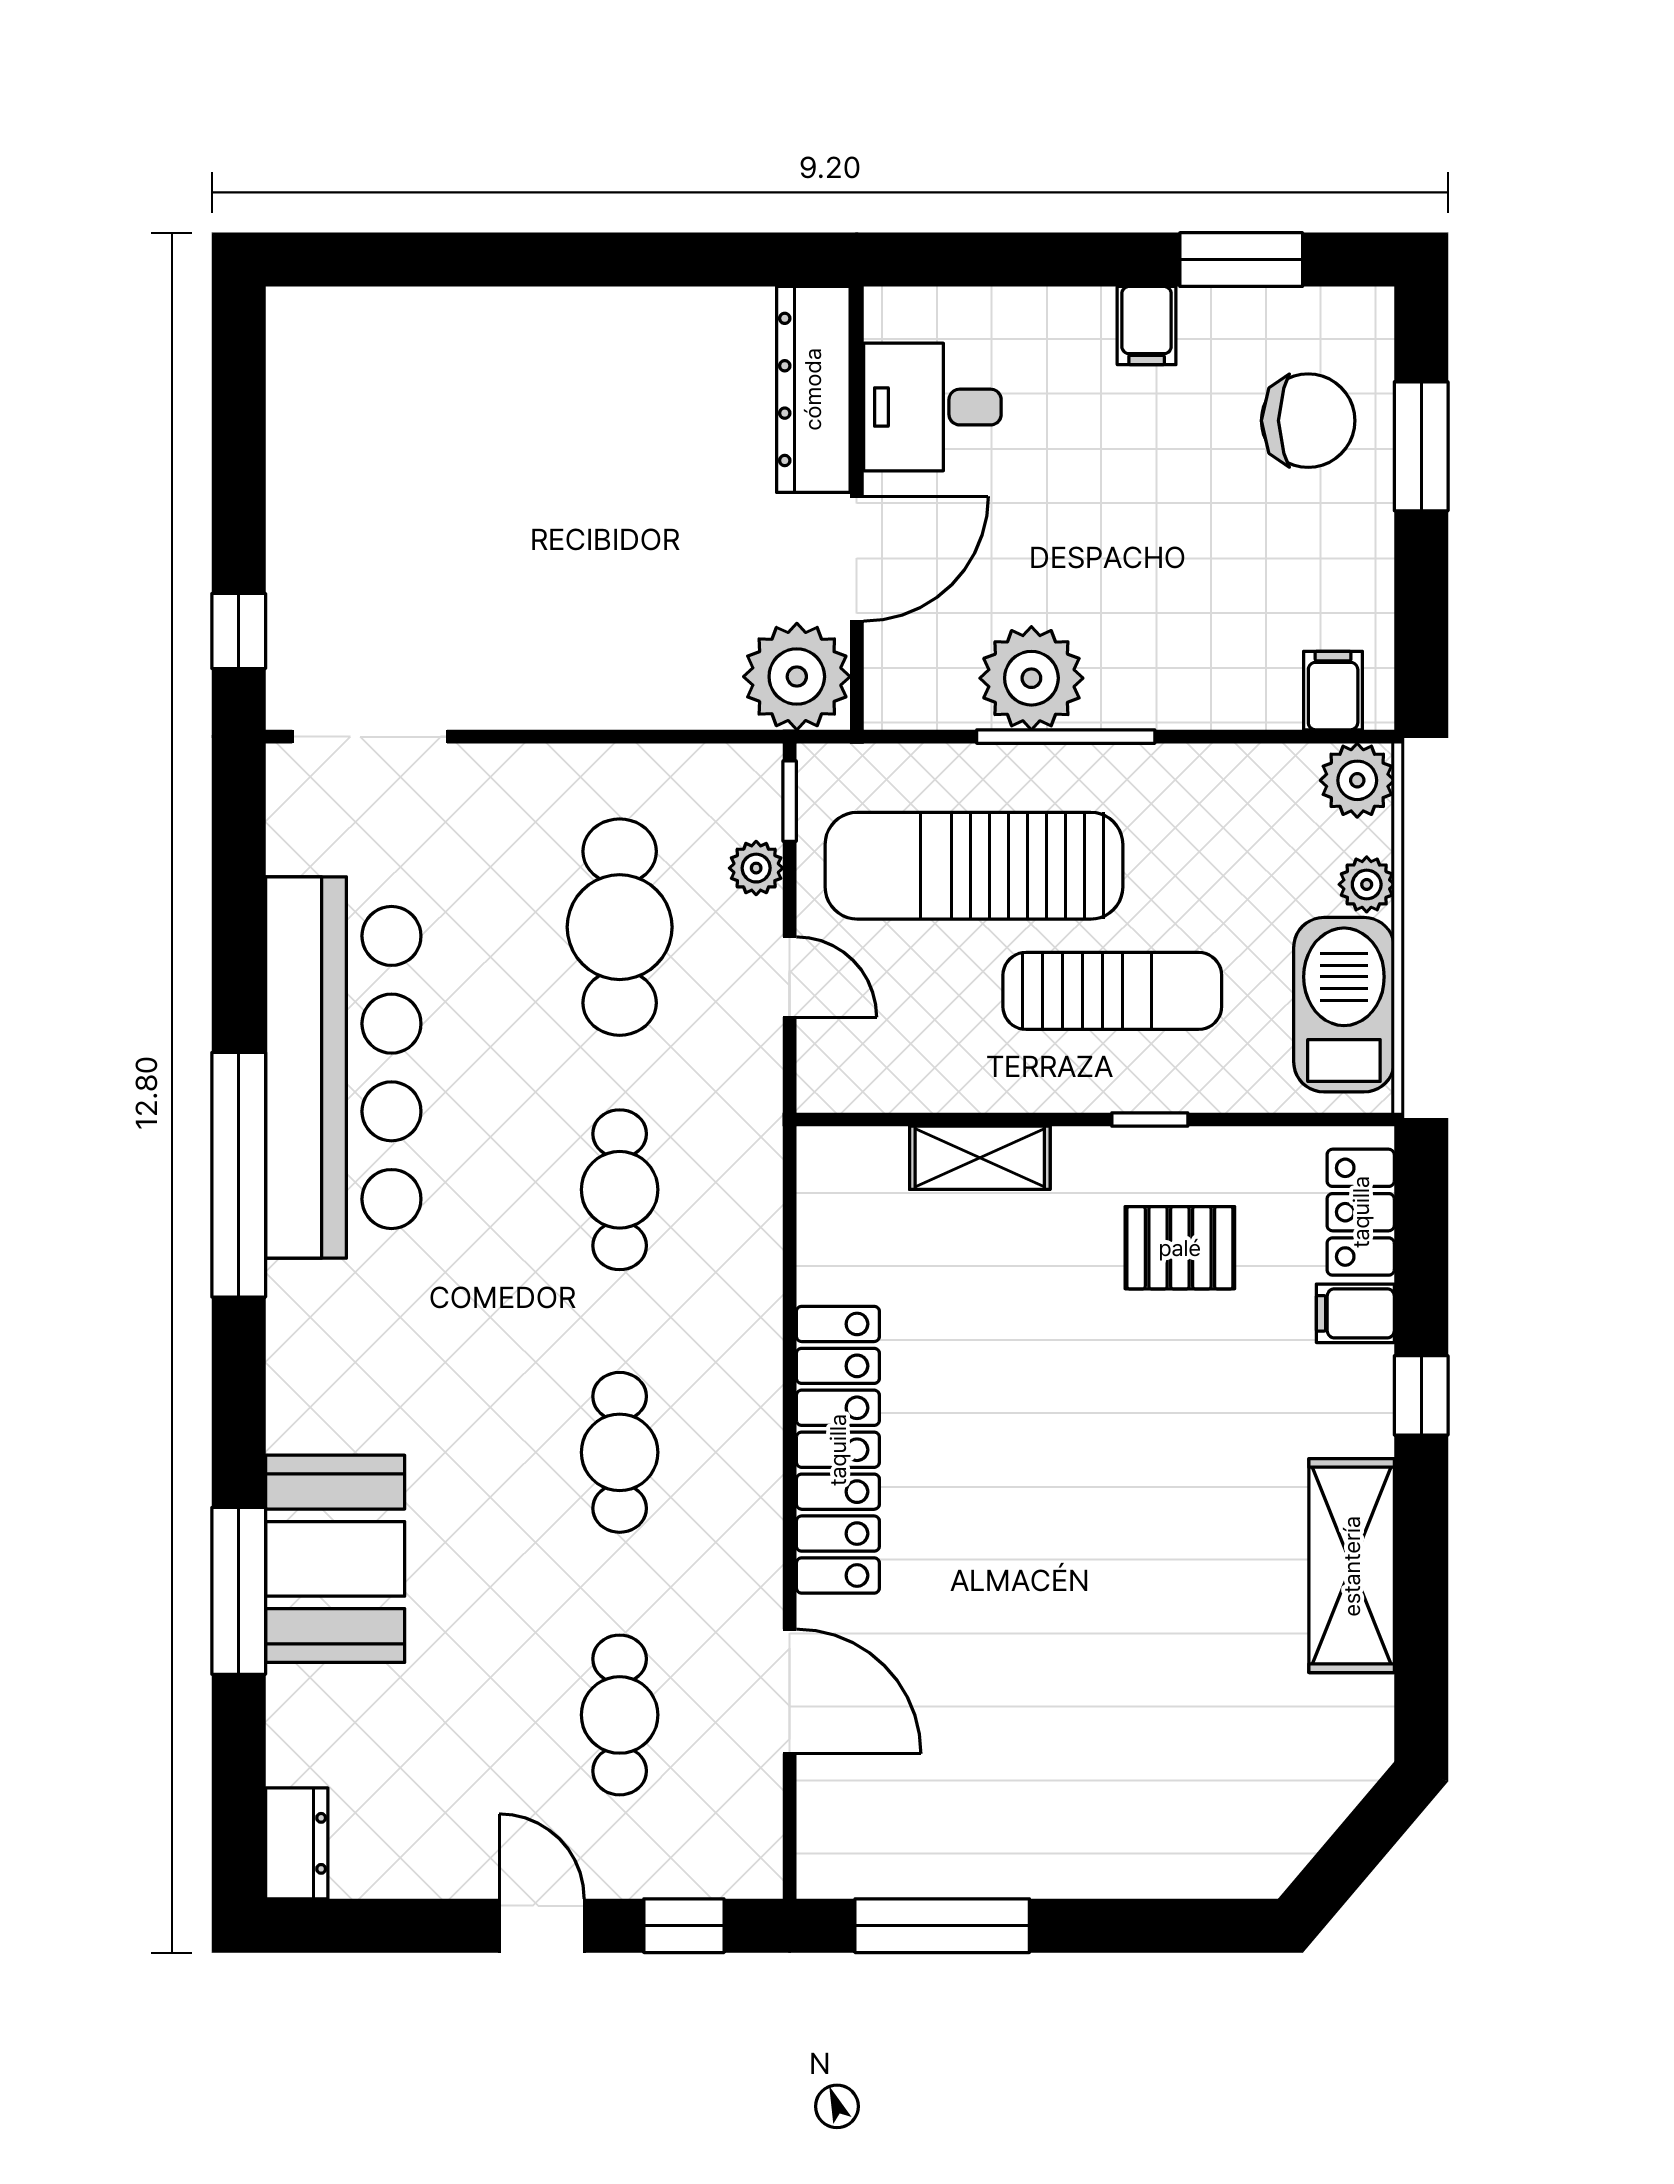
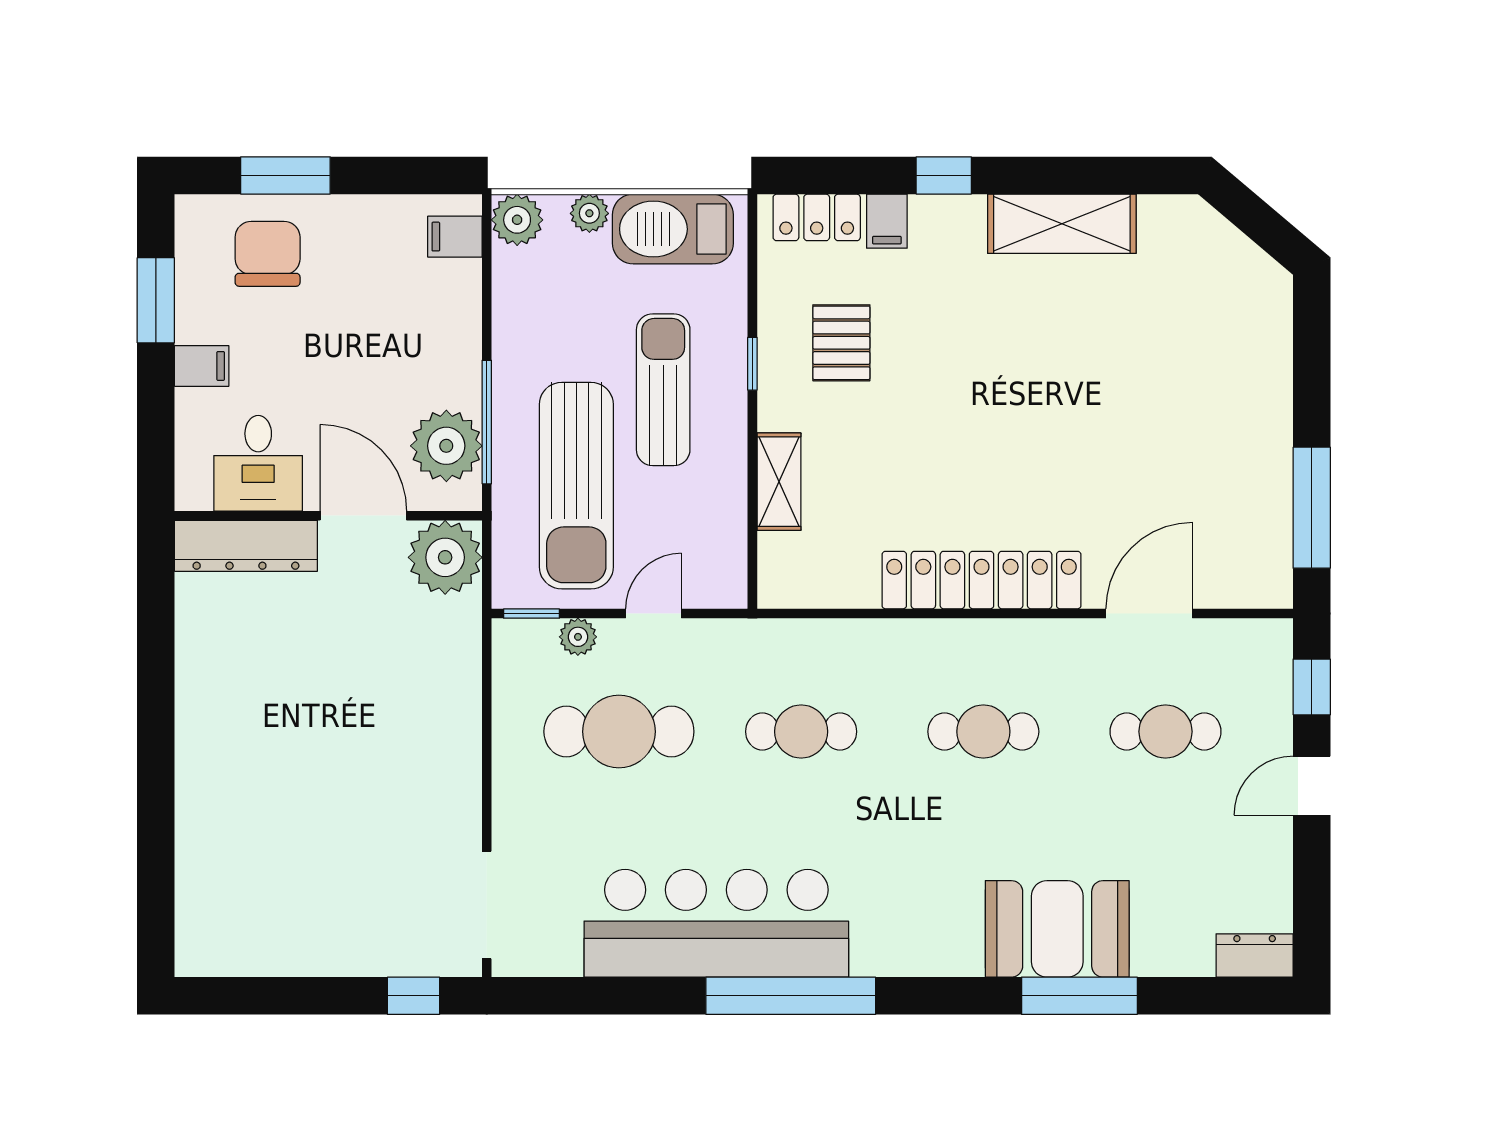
dresser: (813, 389) -> (246, 546), moved
desk: (932, 407) -> (258, 463), moved
wall: (857, 508) -> (328, 516), moved
door: (857, 559) -> (363, 516), moved
plant: (797, 677) -> (445, 557), moved

